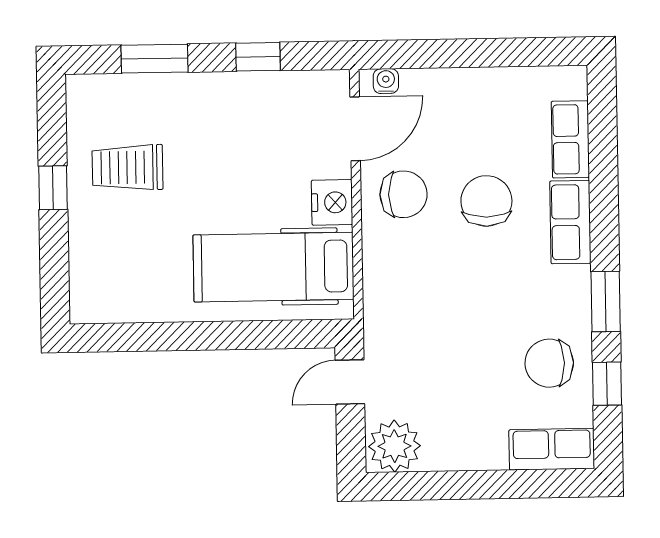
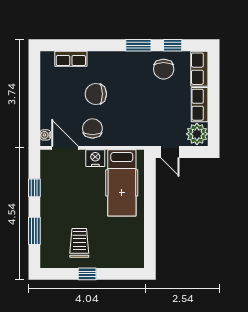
trolley: (128, 167) -> (79, 243), turned 180
row of seats: (570, 222) -> (200, 105), moved, turned 90

